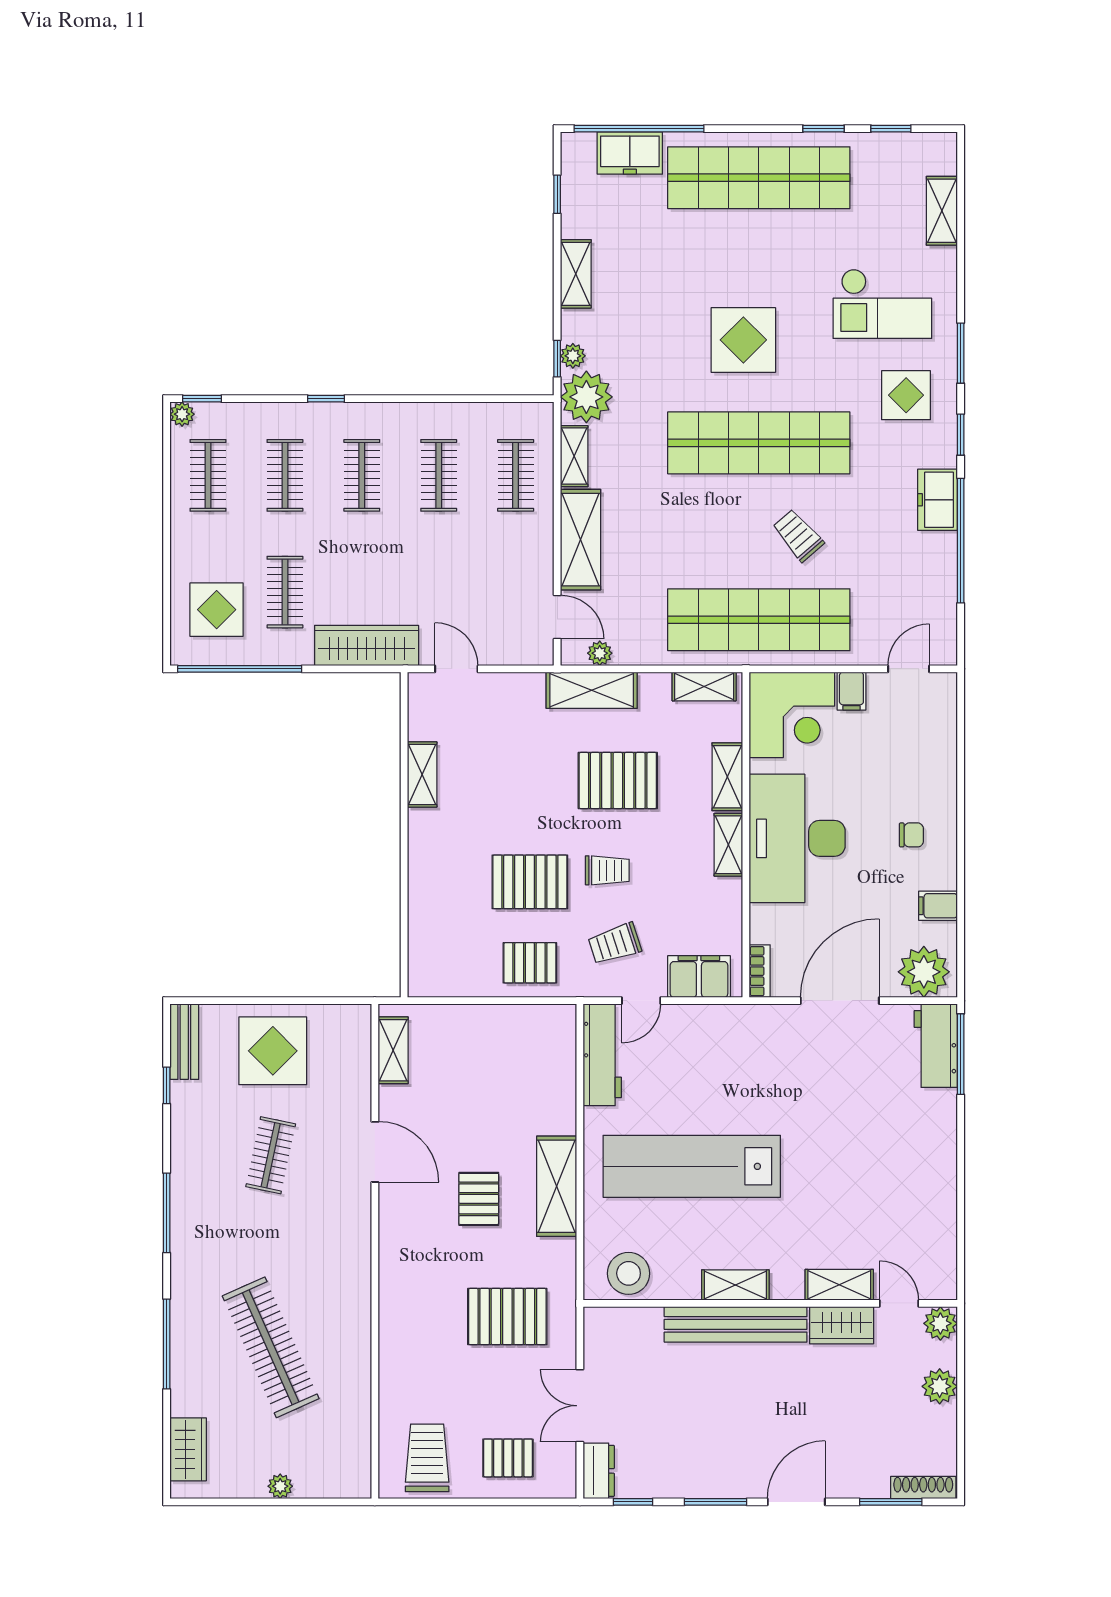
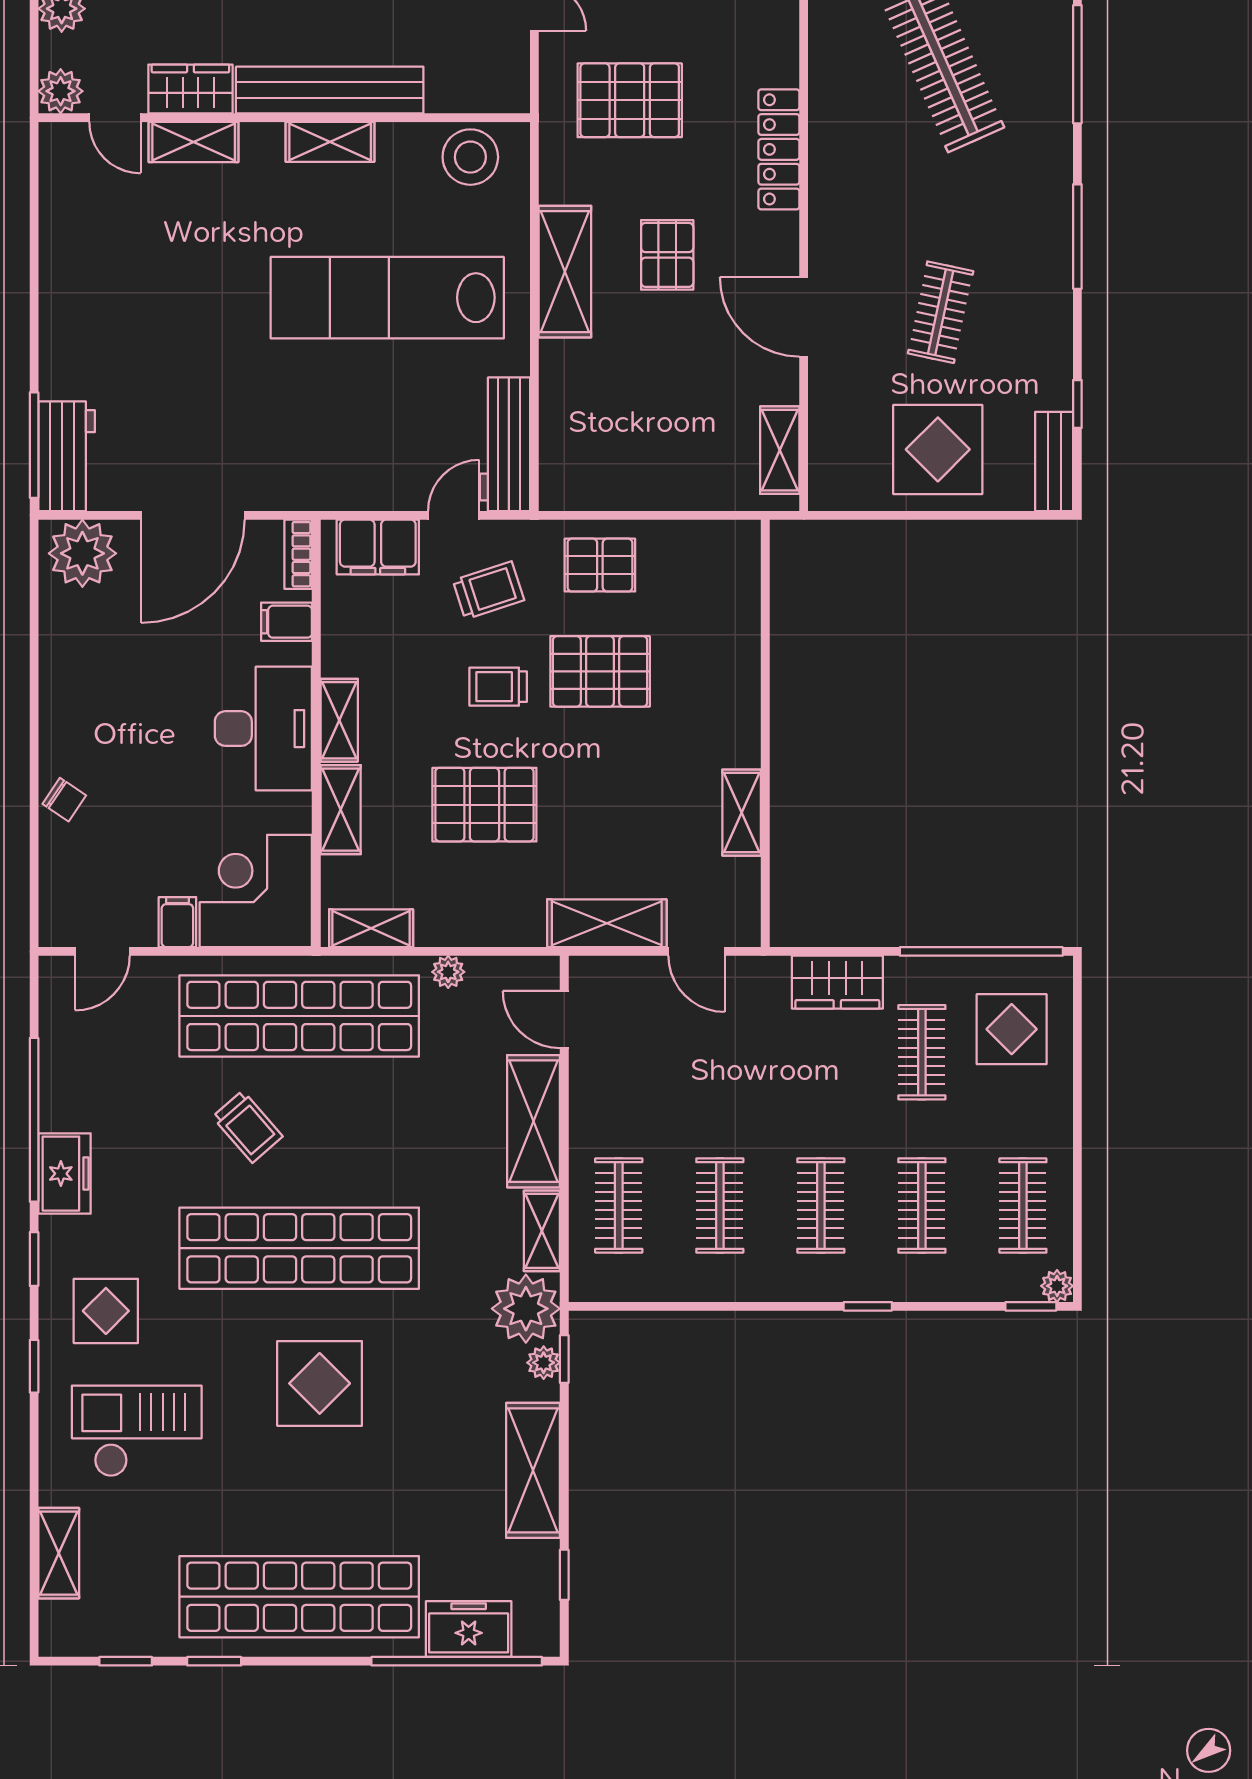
shelving: (576, 274) -> (533, 1470), width x1.50, depth x1.33
window: (961, 353) -> (34, 1366), width x0.67
wardrobe: (367, 645) -> (837, 982), width x0.67
plant: (600, 653) -> (448, 972), moved
shelving: (592, 690) -> (607, 923), moved
chair: (911, 835) -> (64, 800), moved, turned -146
desk: (797, 838) -> (263, 729), width x0.73, depth x0.77
filing cabinet: (938, 906) -> (287, 622), moved, turned 180
lab bench: (692, 1166) -> (387, 298), turned 180
locker: (394, 1279) -> (779, 149), added

